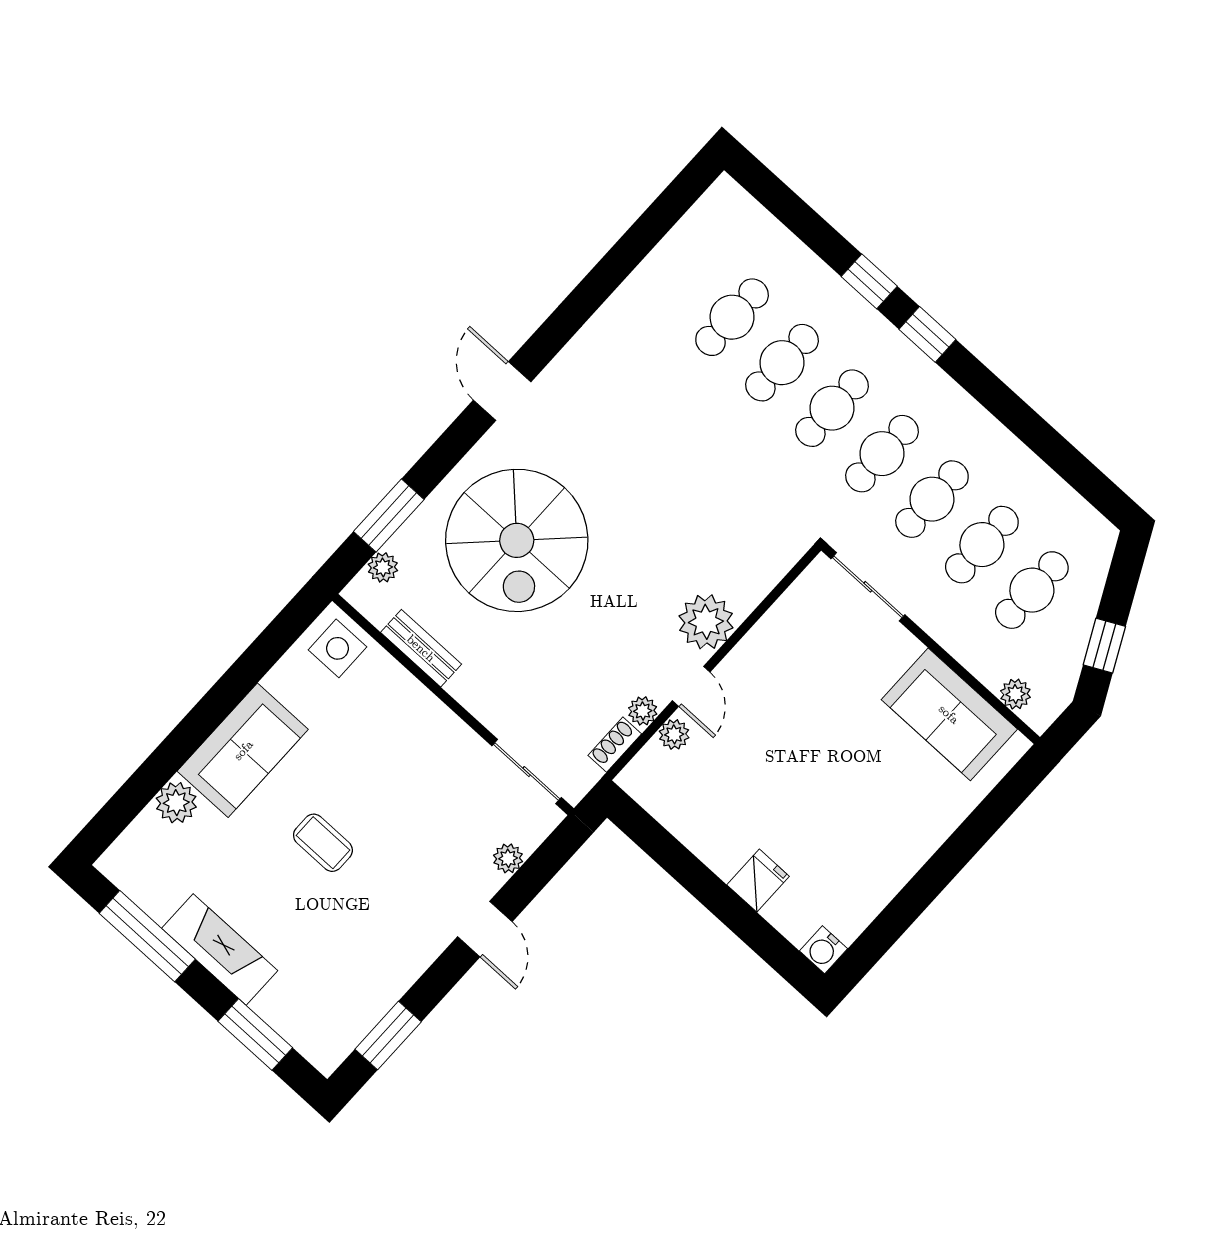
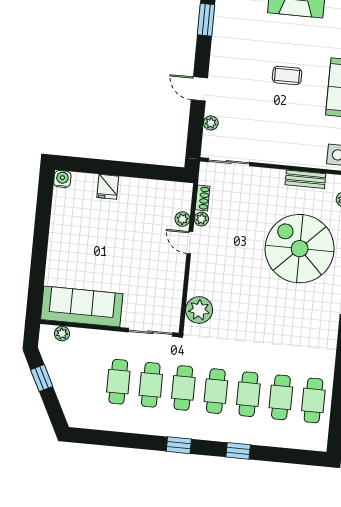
window: (927, 334) -> (179, 445), moved
cafe table: (1032, 590) -> (313, 400), moved
plant: (706, 622) -> (199, 310), moved
sofa: (949, 714) -> (82, 307), width x1.36

